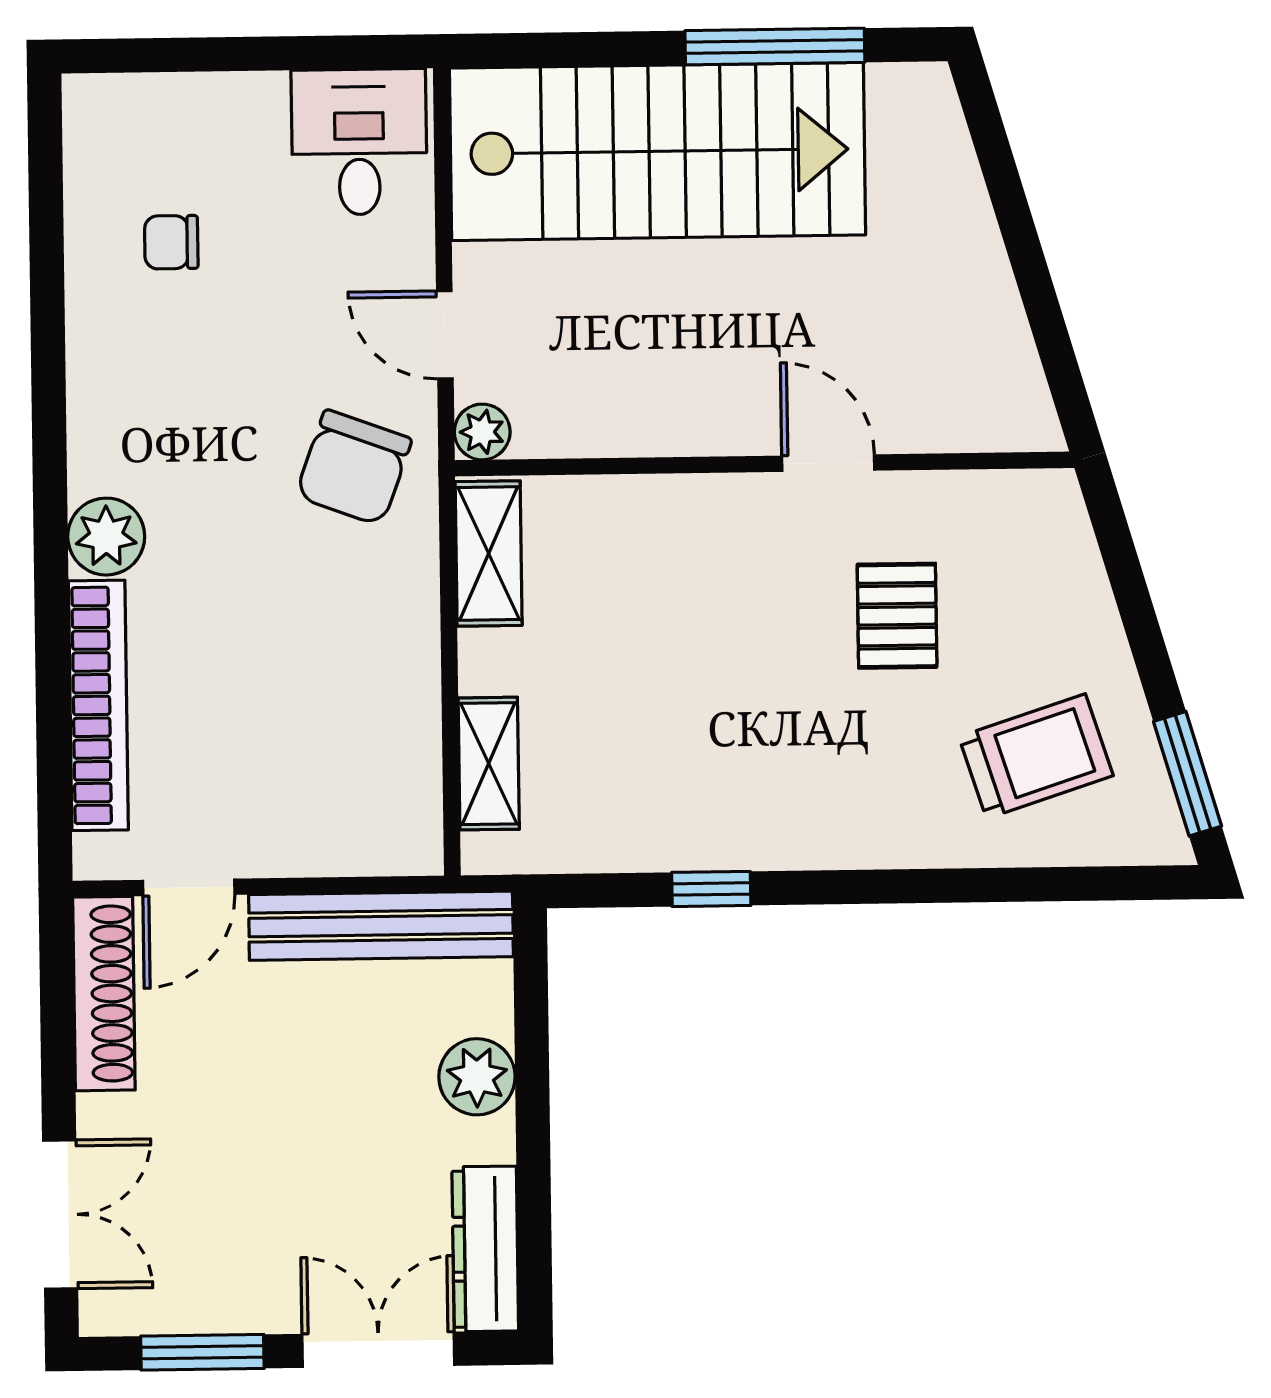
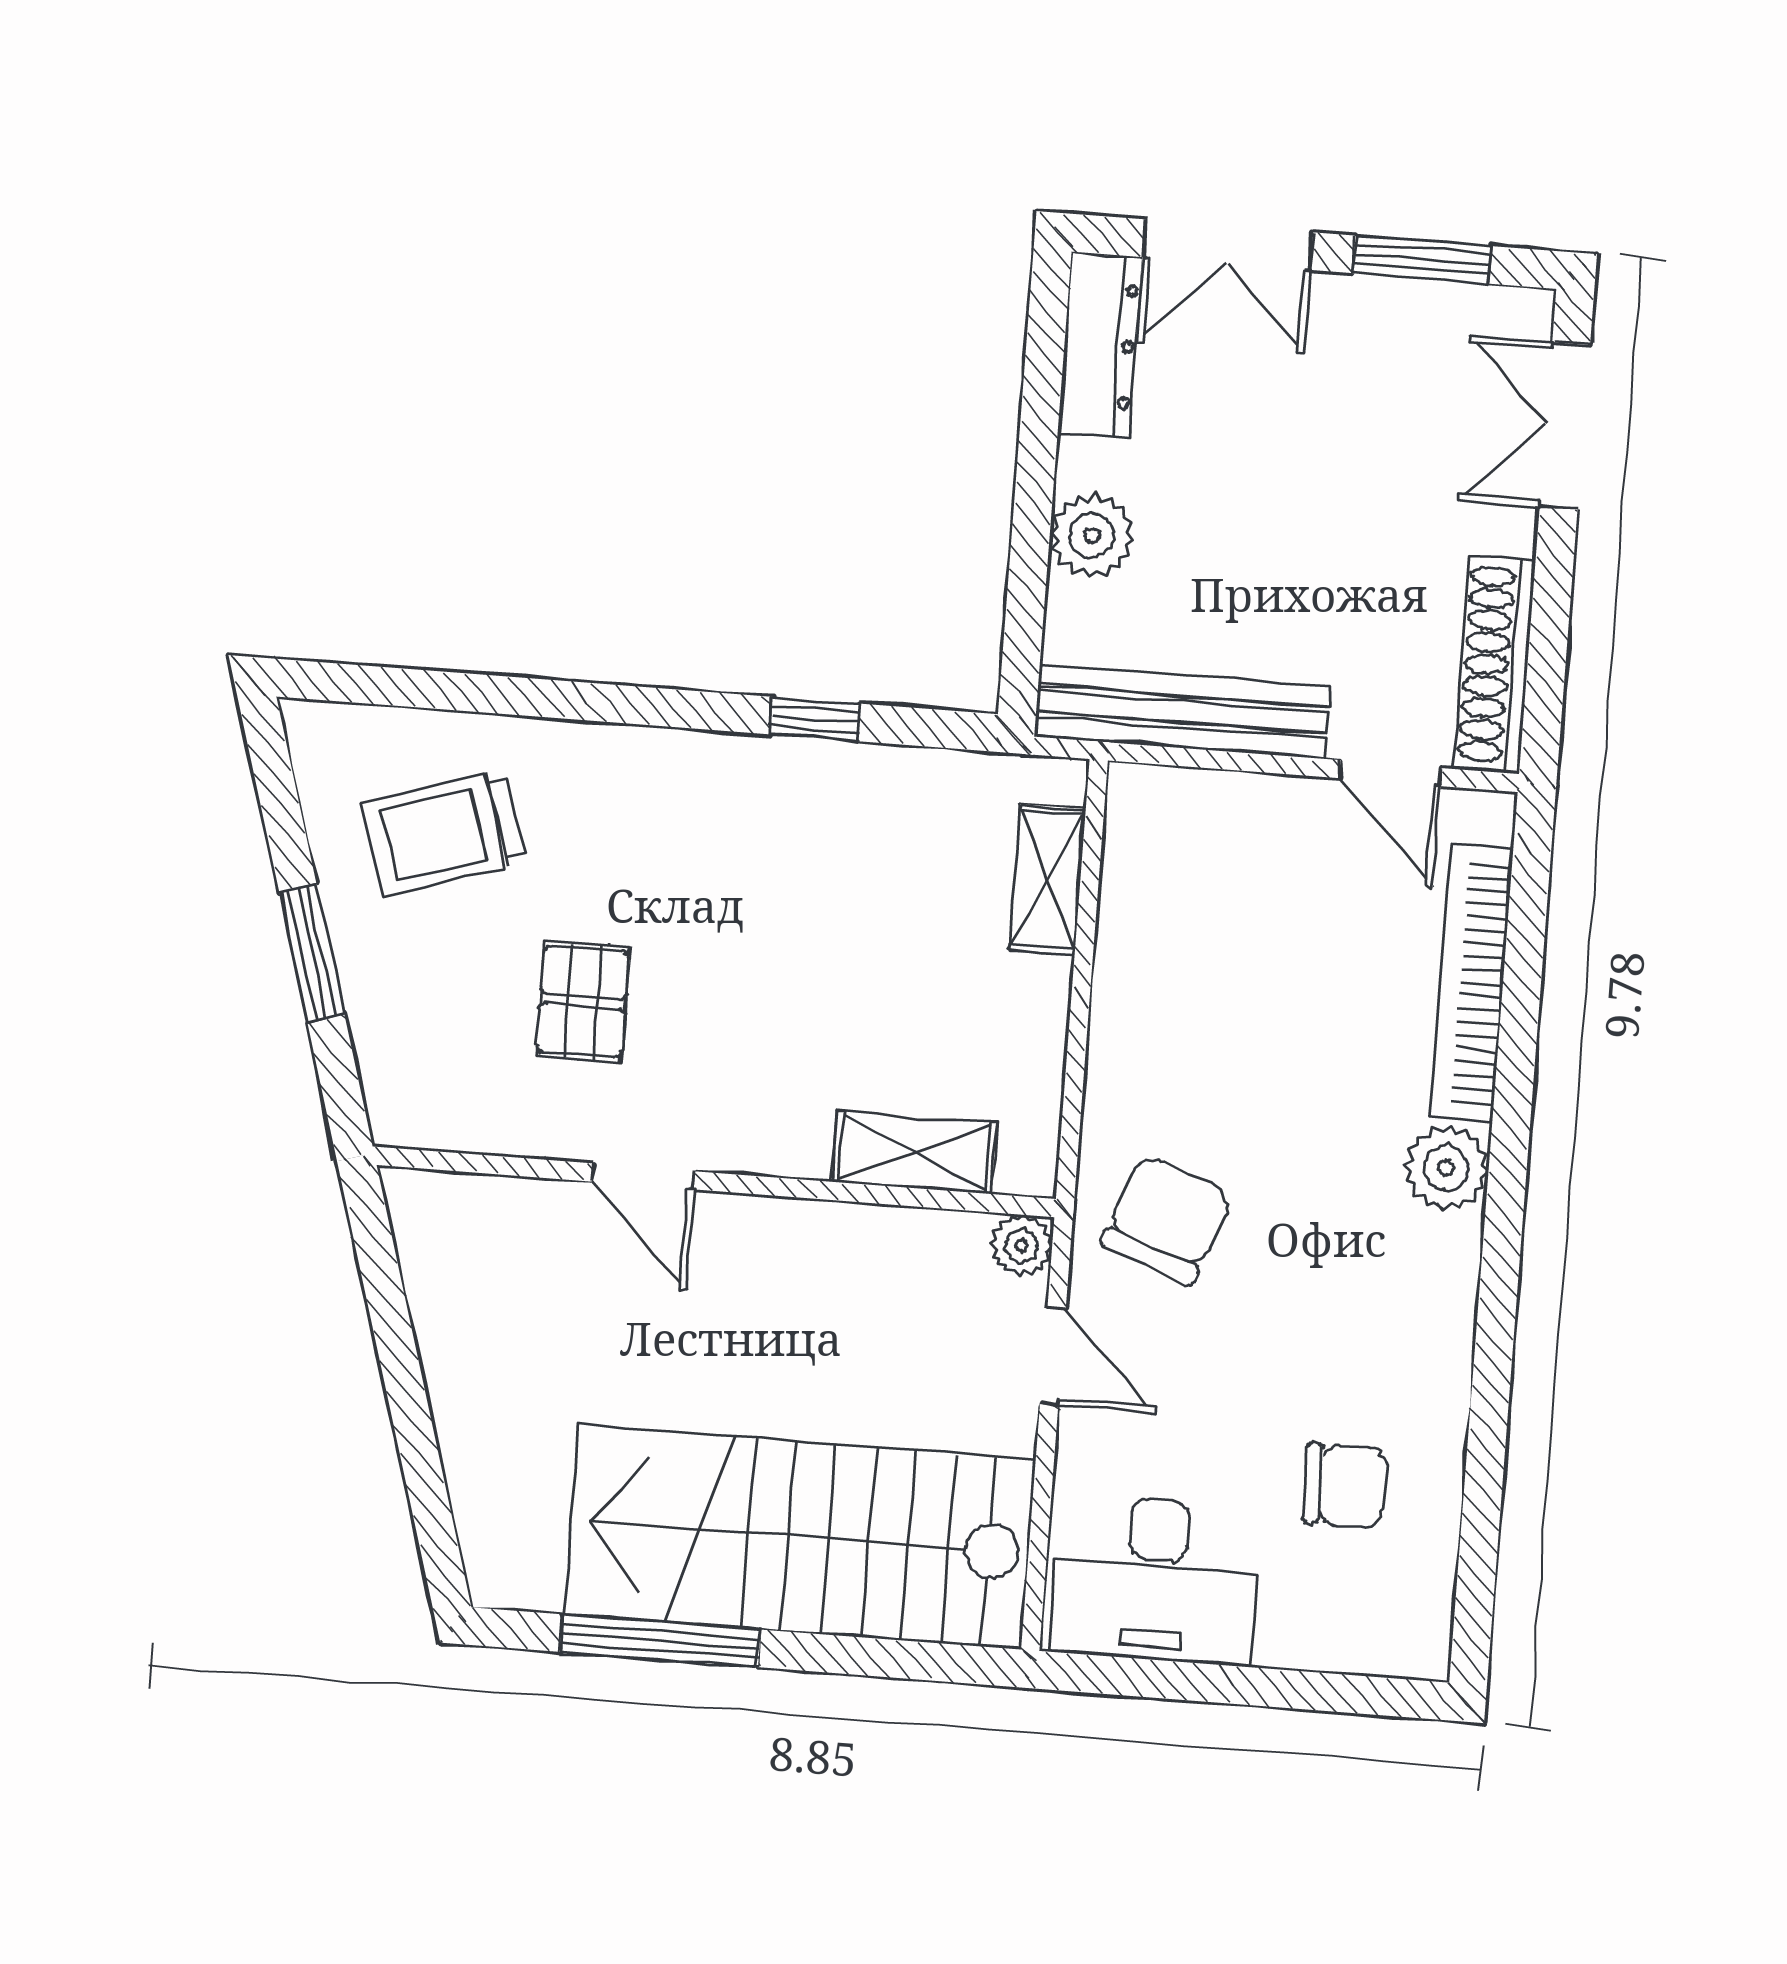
desk: (359, 142) -> (1156, 1580), width x1.37
chair: (171, 242) -> (1345, 1486), width x1.37, depth x1.37
shelving: (489, 553) -> (914, 1152), moved, turned 90
window: (1188, 774) -> (312, 953), moved
door: (189, 887) -> (1390, 773), swing flipped

